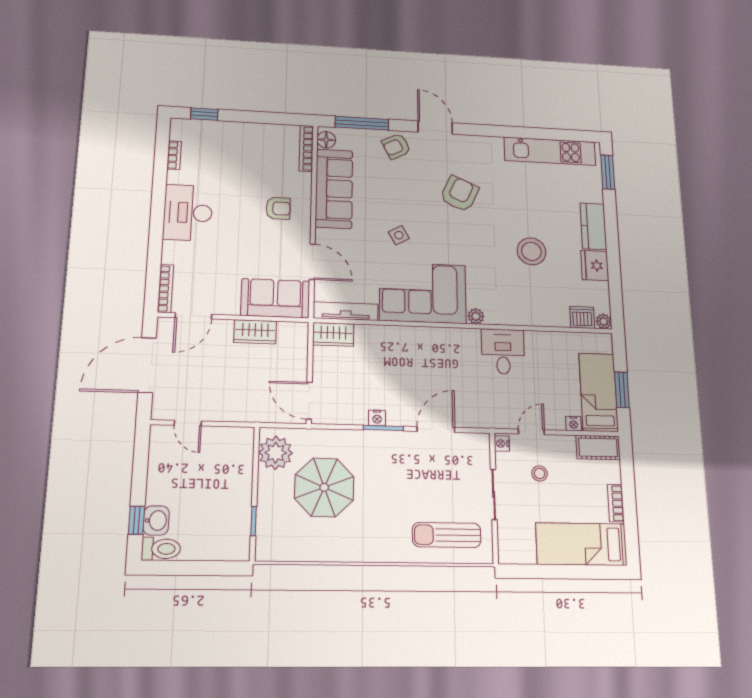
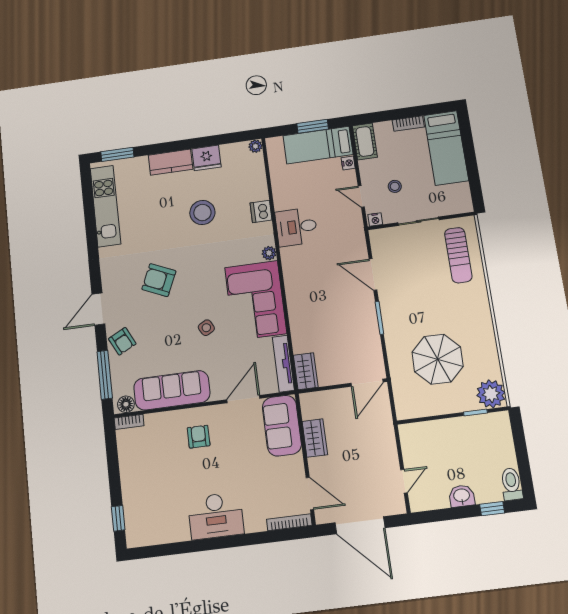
bookcase: (306, 148) -> (129, 422), width x0.64
bookcase: (174, 155) -> (163, 538), removed
dishwasher: (582, 317) -> (261, 211), moved
nightstand: (377, 418) -> (372, 324), removed
plant: (276, 453) -> (491, 394), moved
washbasin: (156, 520) -> (462, 496), moved

